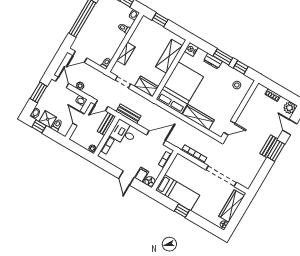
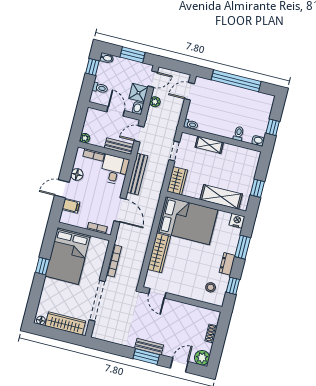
window: (160, 20) -> (257, 188), moved
door: (80, 57) -> (189, 91), hinge flipped
window: (223, 57) -> (243, 247), moved
dresser: (213, 61) -> (227, 264), moved
door: (101, 106) -> (139, 134), hinge flipped
bench: (128, 114) -> (137, 174), width x1.36
shower: (48, 119) -> (138, 93), moved
door: (79, 119) -> (116, 111), hinge flipped
floor lamp: (150, 181) -> (77, 174), moved
bed: (178, 193) -> (68, 256), width x1.50

